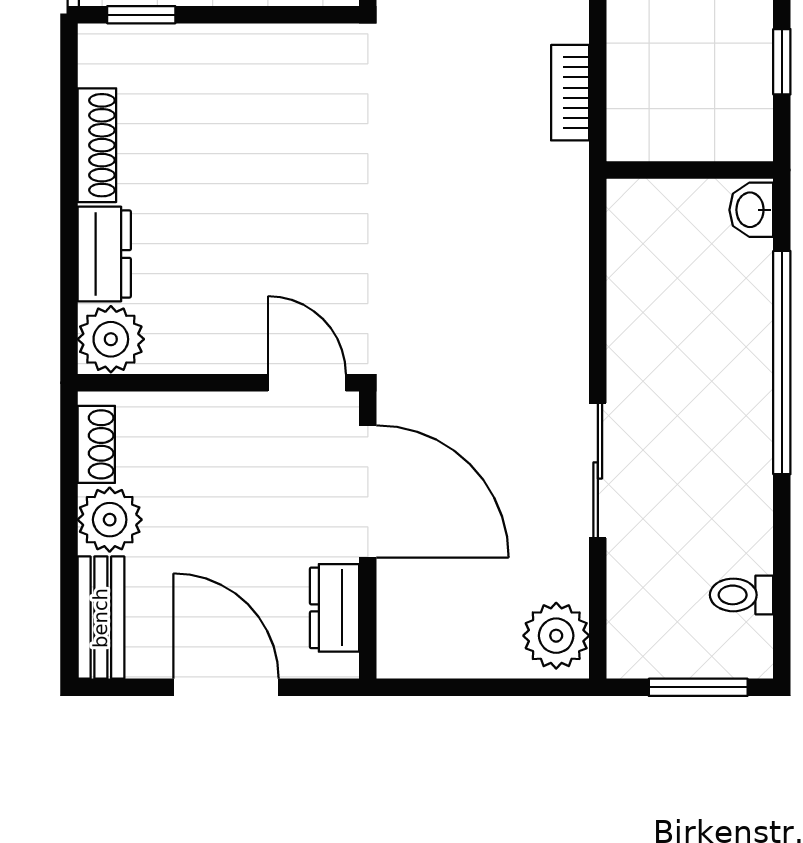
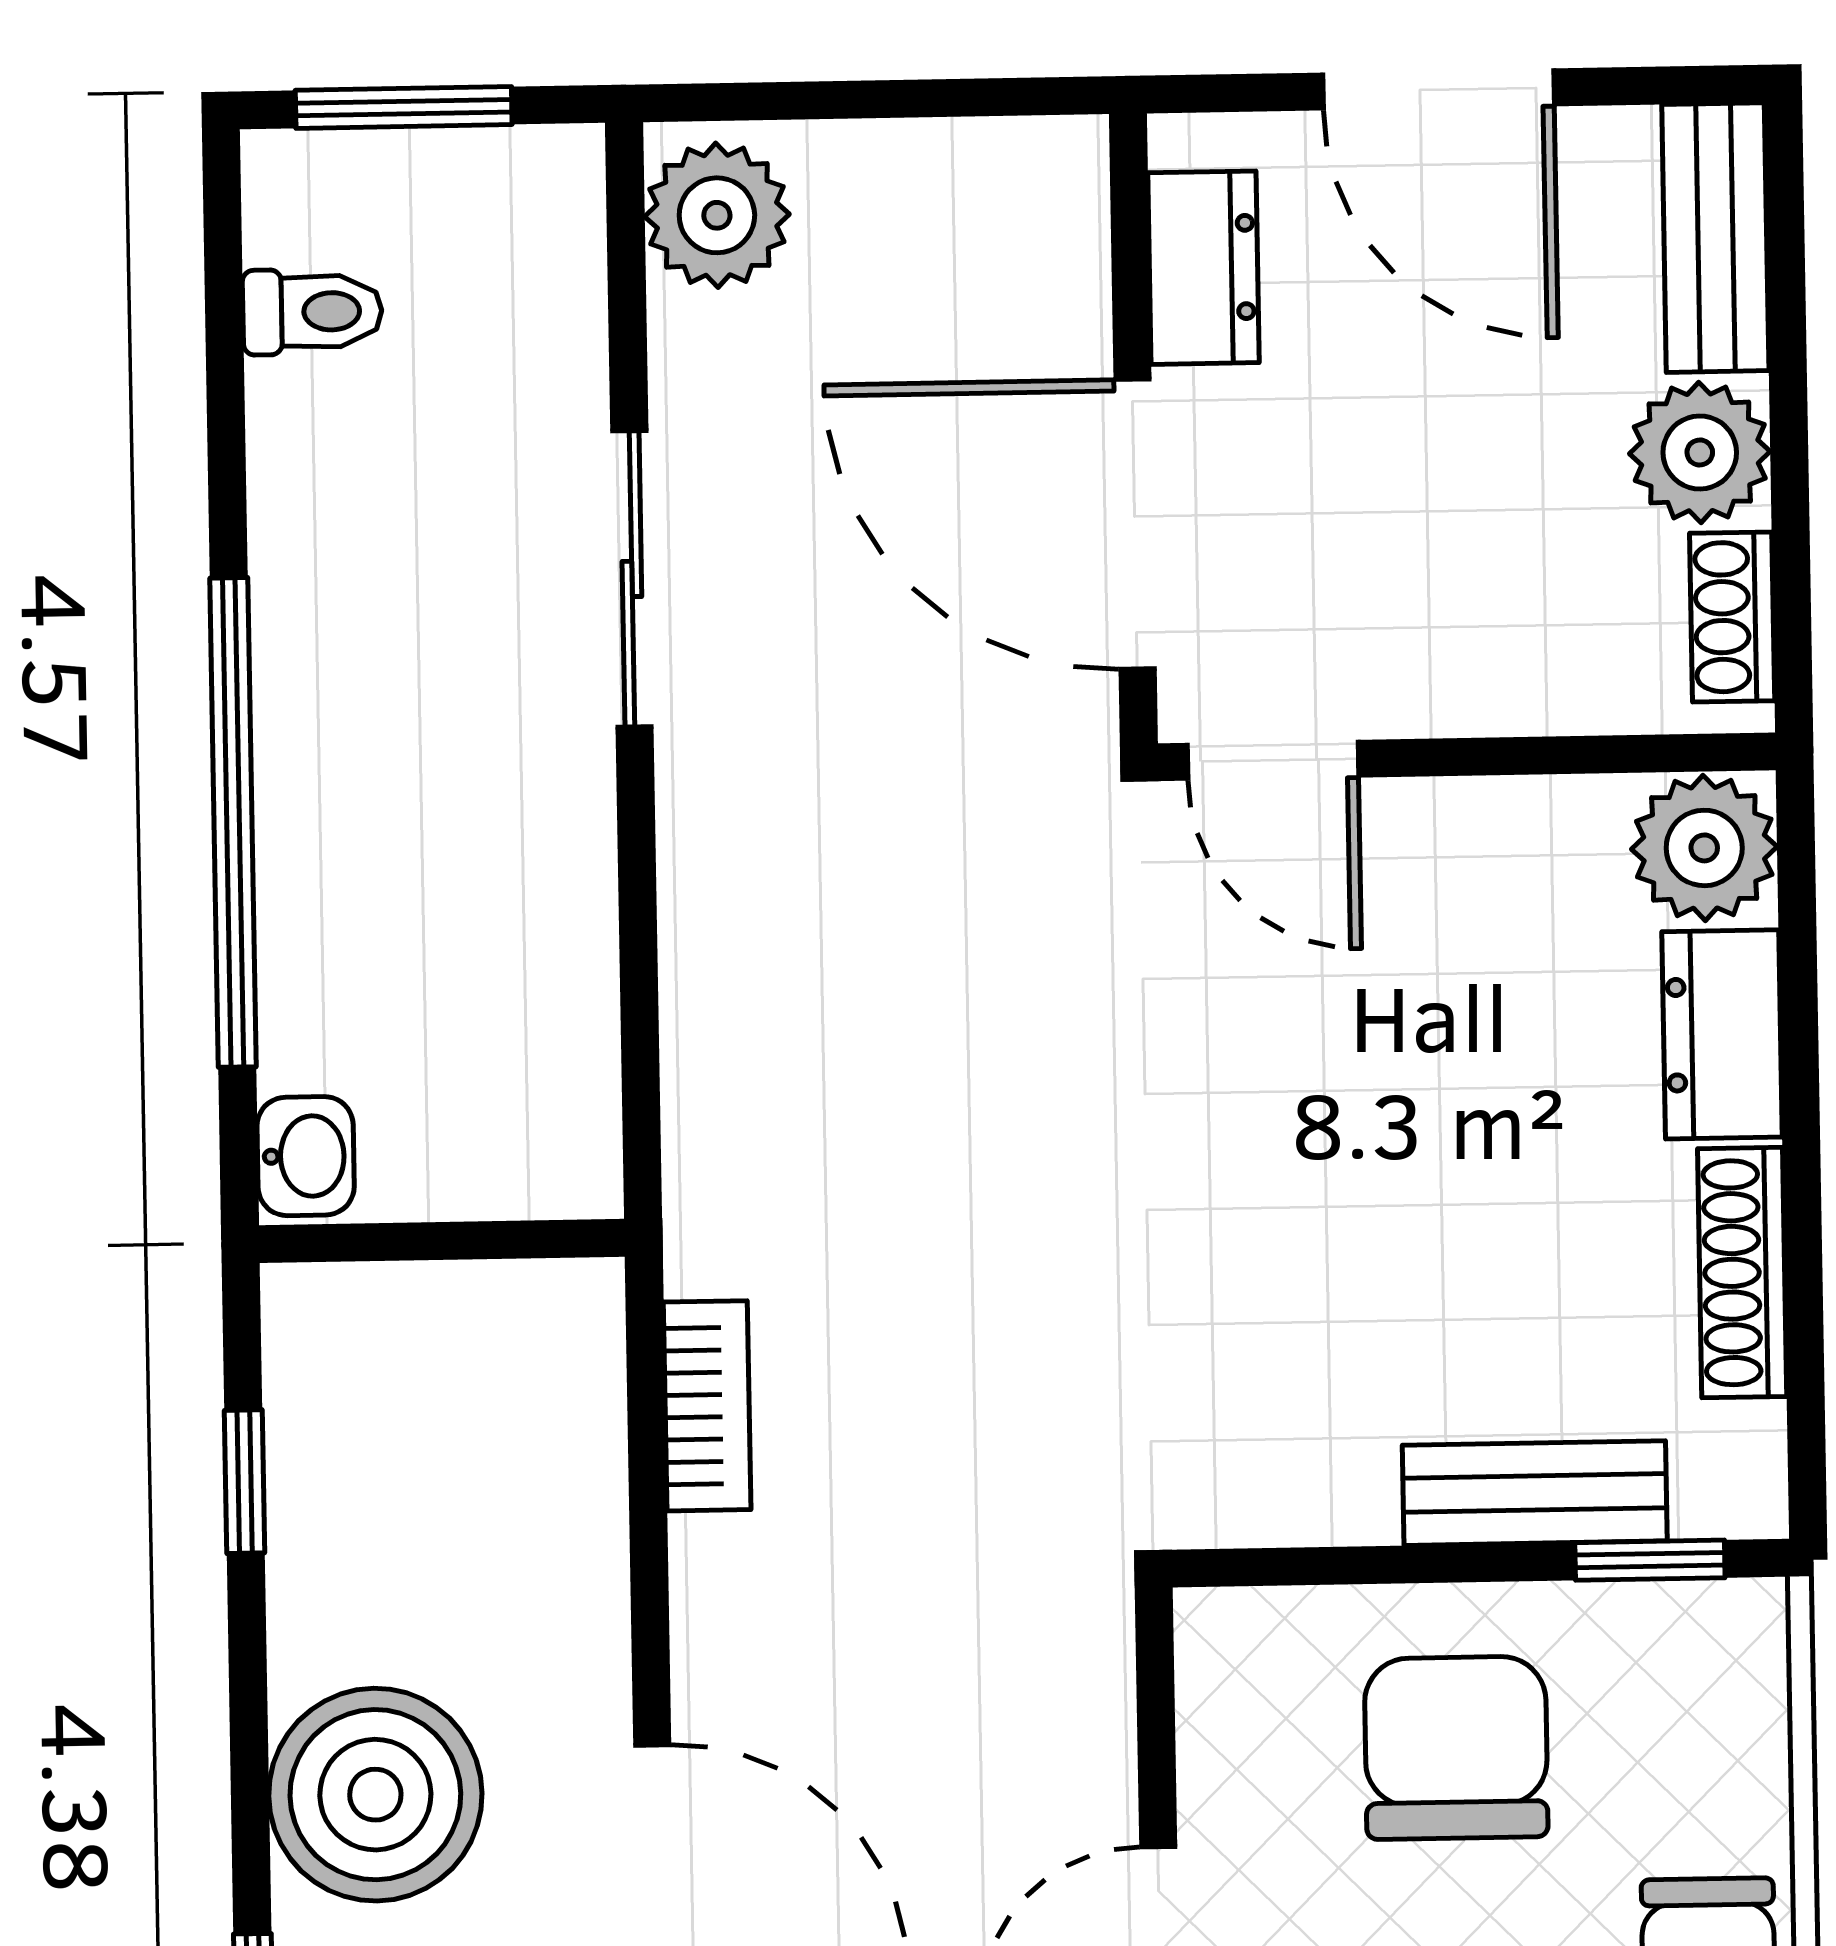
bench: (193, 46) -> (1535, 1493), added

